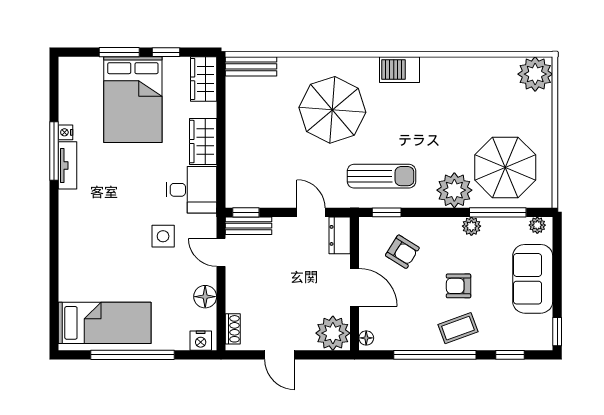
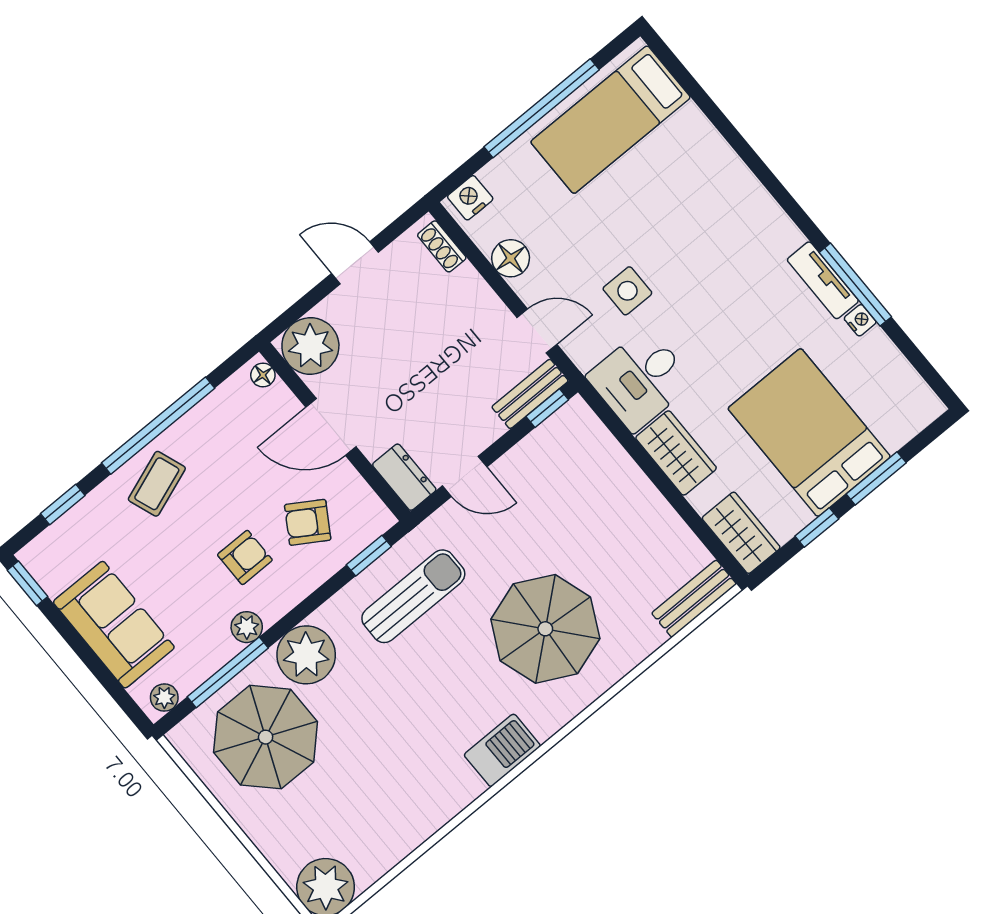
sun lounger: (381, 176) -> (413, 596), turned 180
armchair: (459, 286) -> (245, 557), moved

